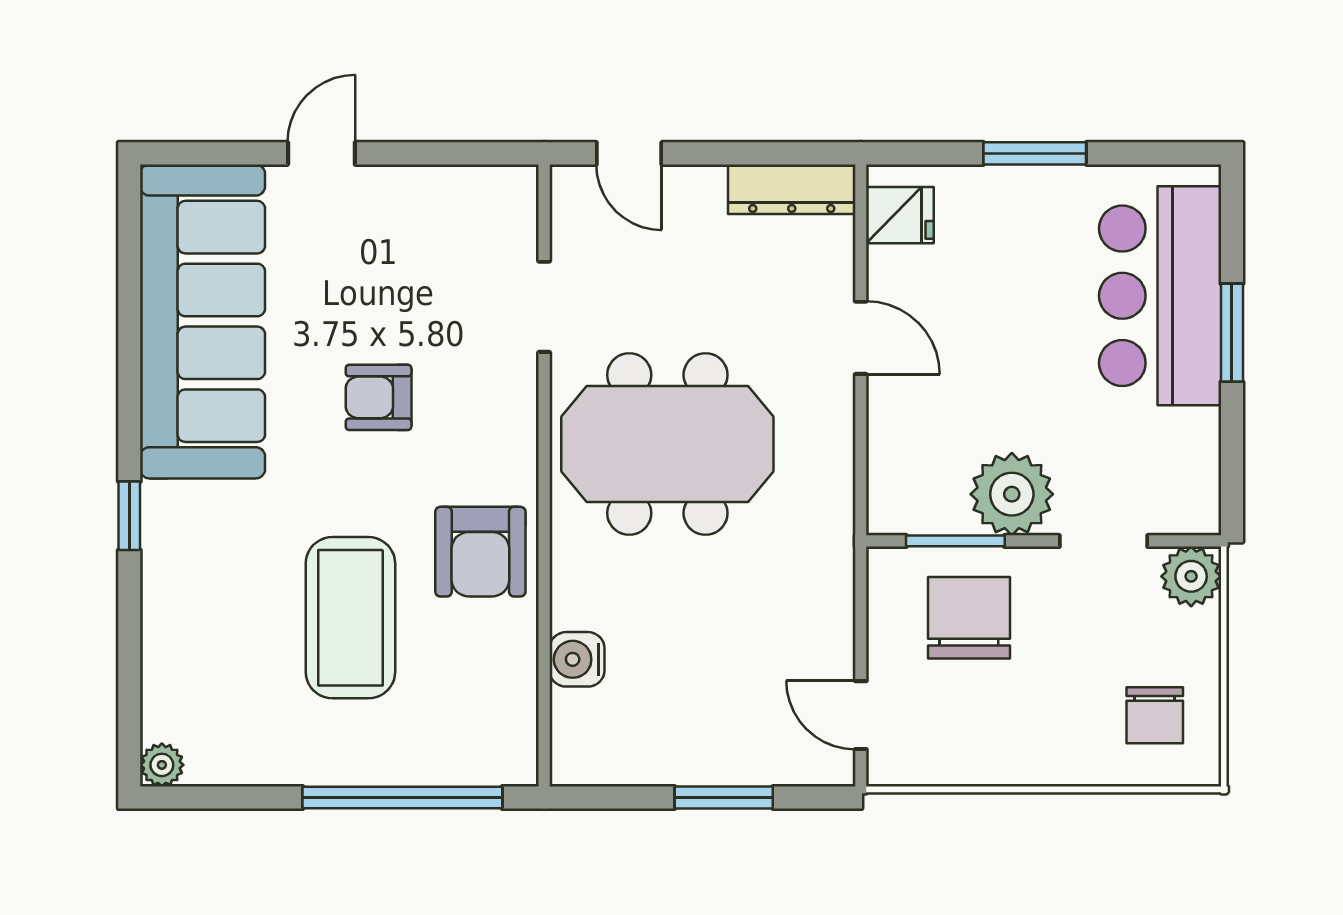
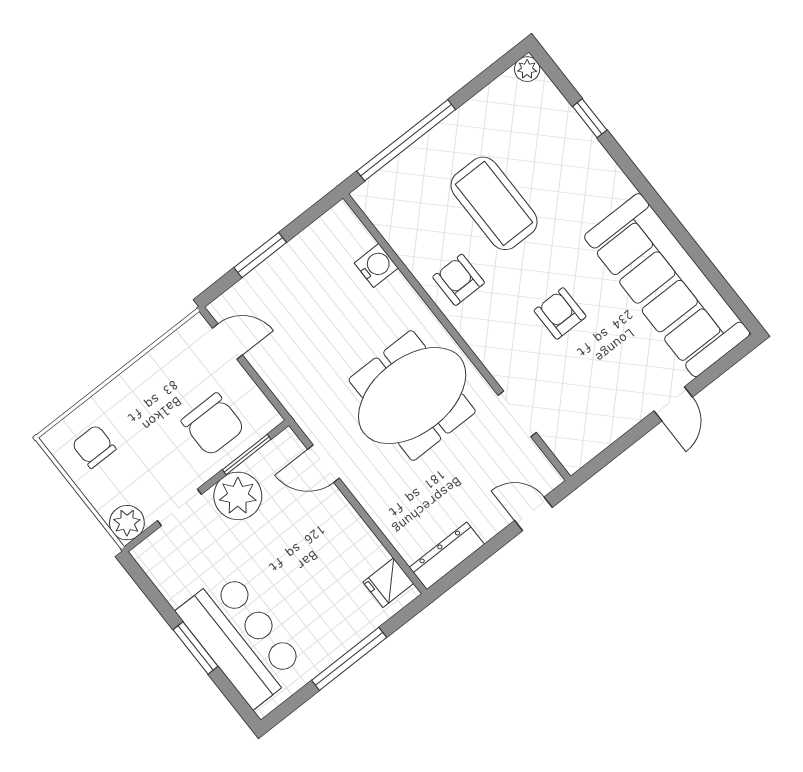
window: (1035, 153) -> (349, 659), width x1.44
door: (861, 338) -> (324, 464), moved
armchair: (379, 397) -> (560, 313), turned -90
window: (129, 516) -> (590, 118), moved
armchair: (480, 552) -> (459, 280), width x0.72, depth x0.72

